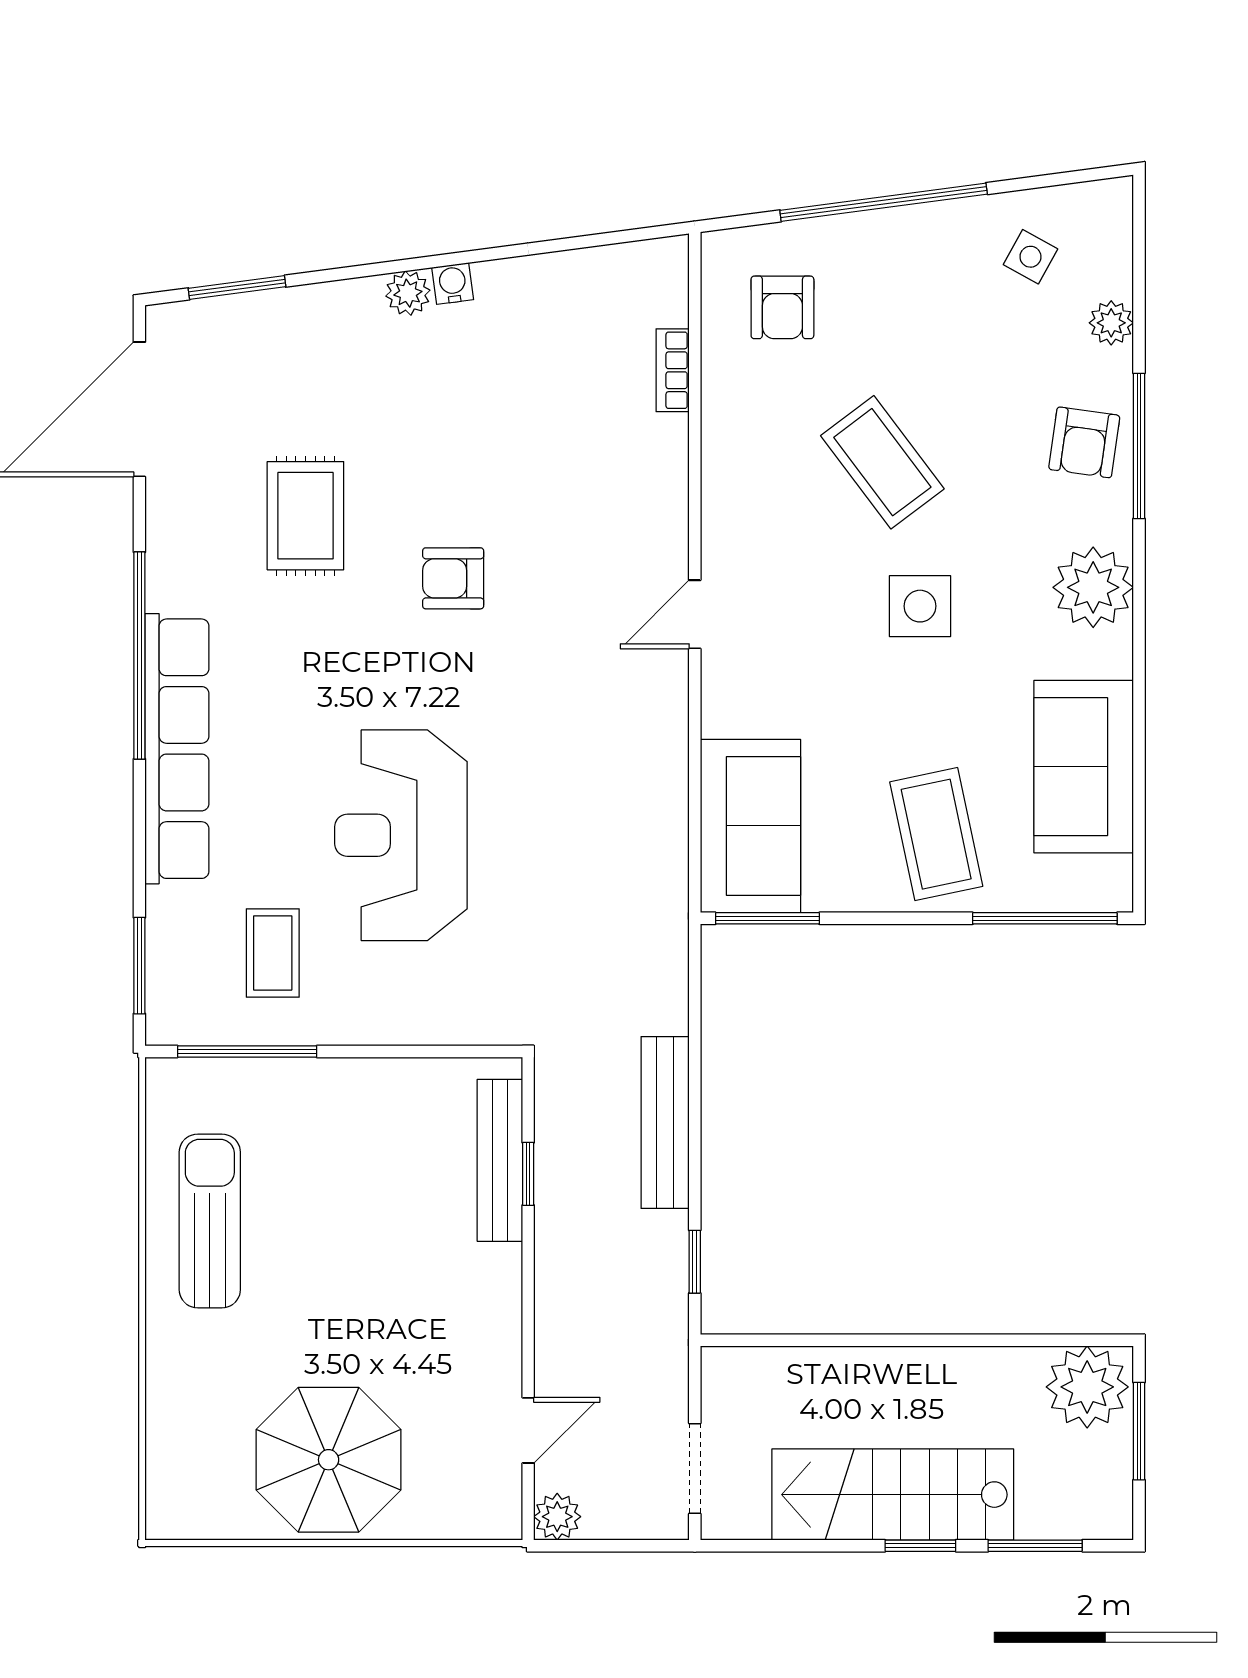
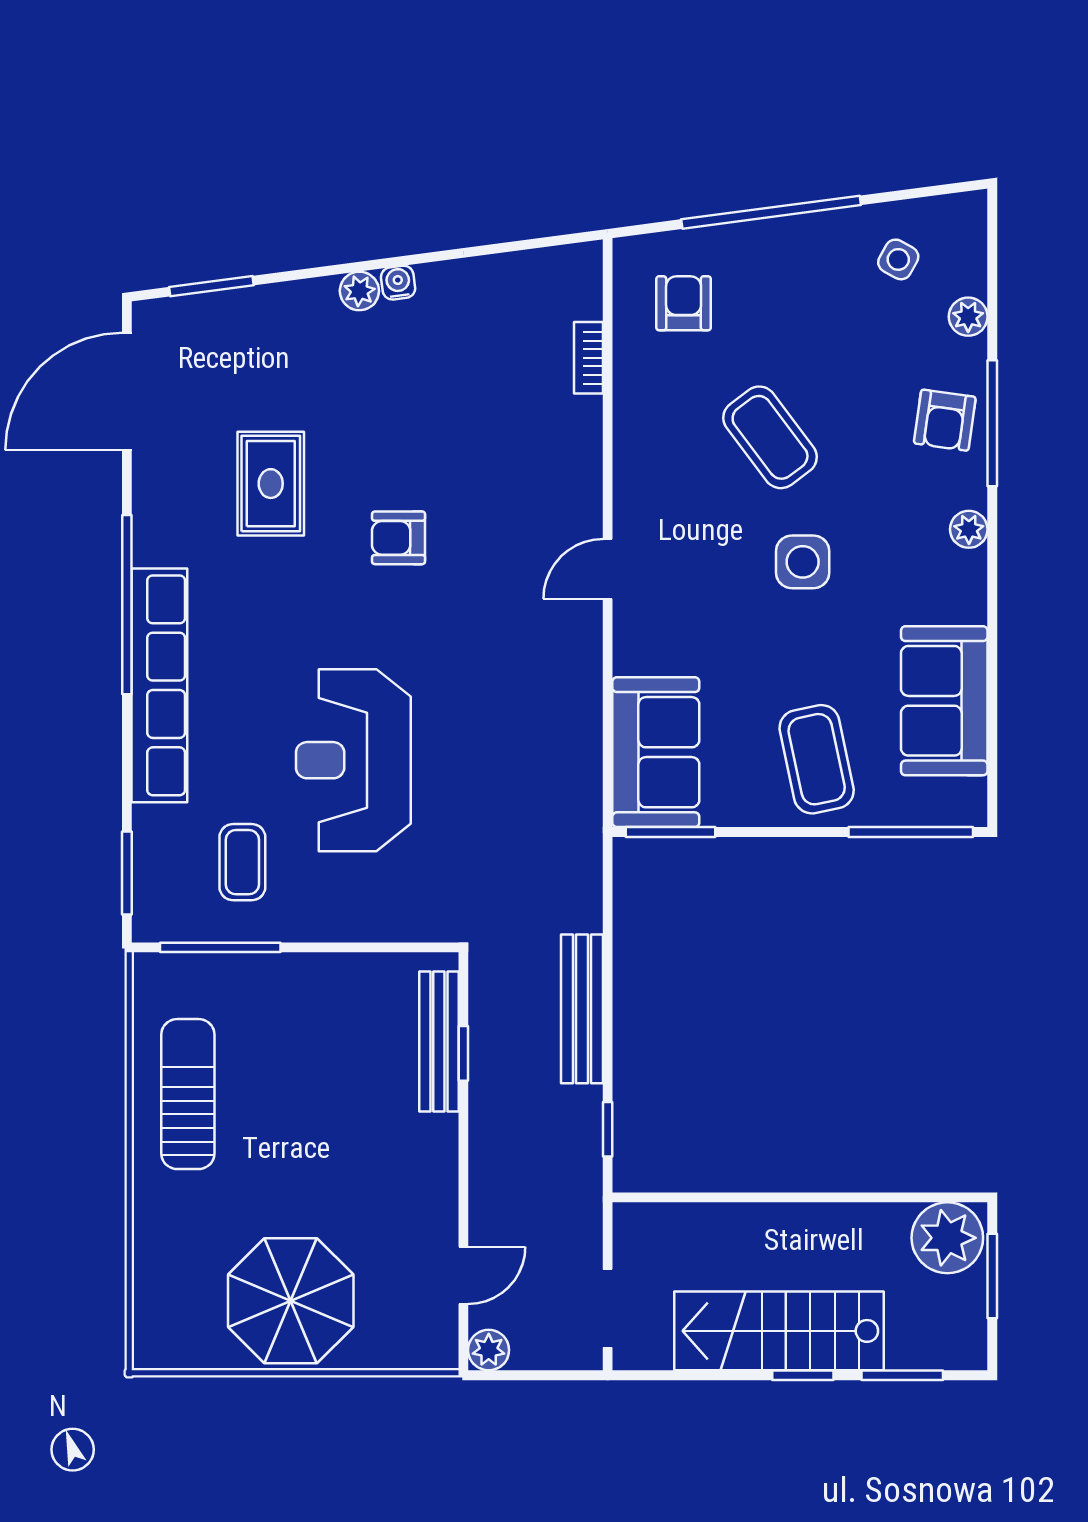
armchair: (782, 307) -> (684, 303), turned 180
plant: (1093, 587) -> (969, 529), width x0.53, depth x0.53

